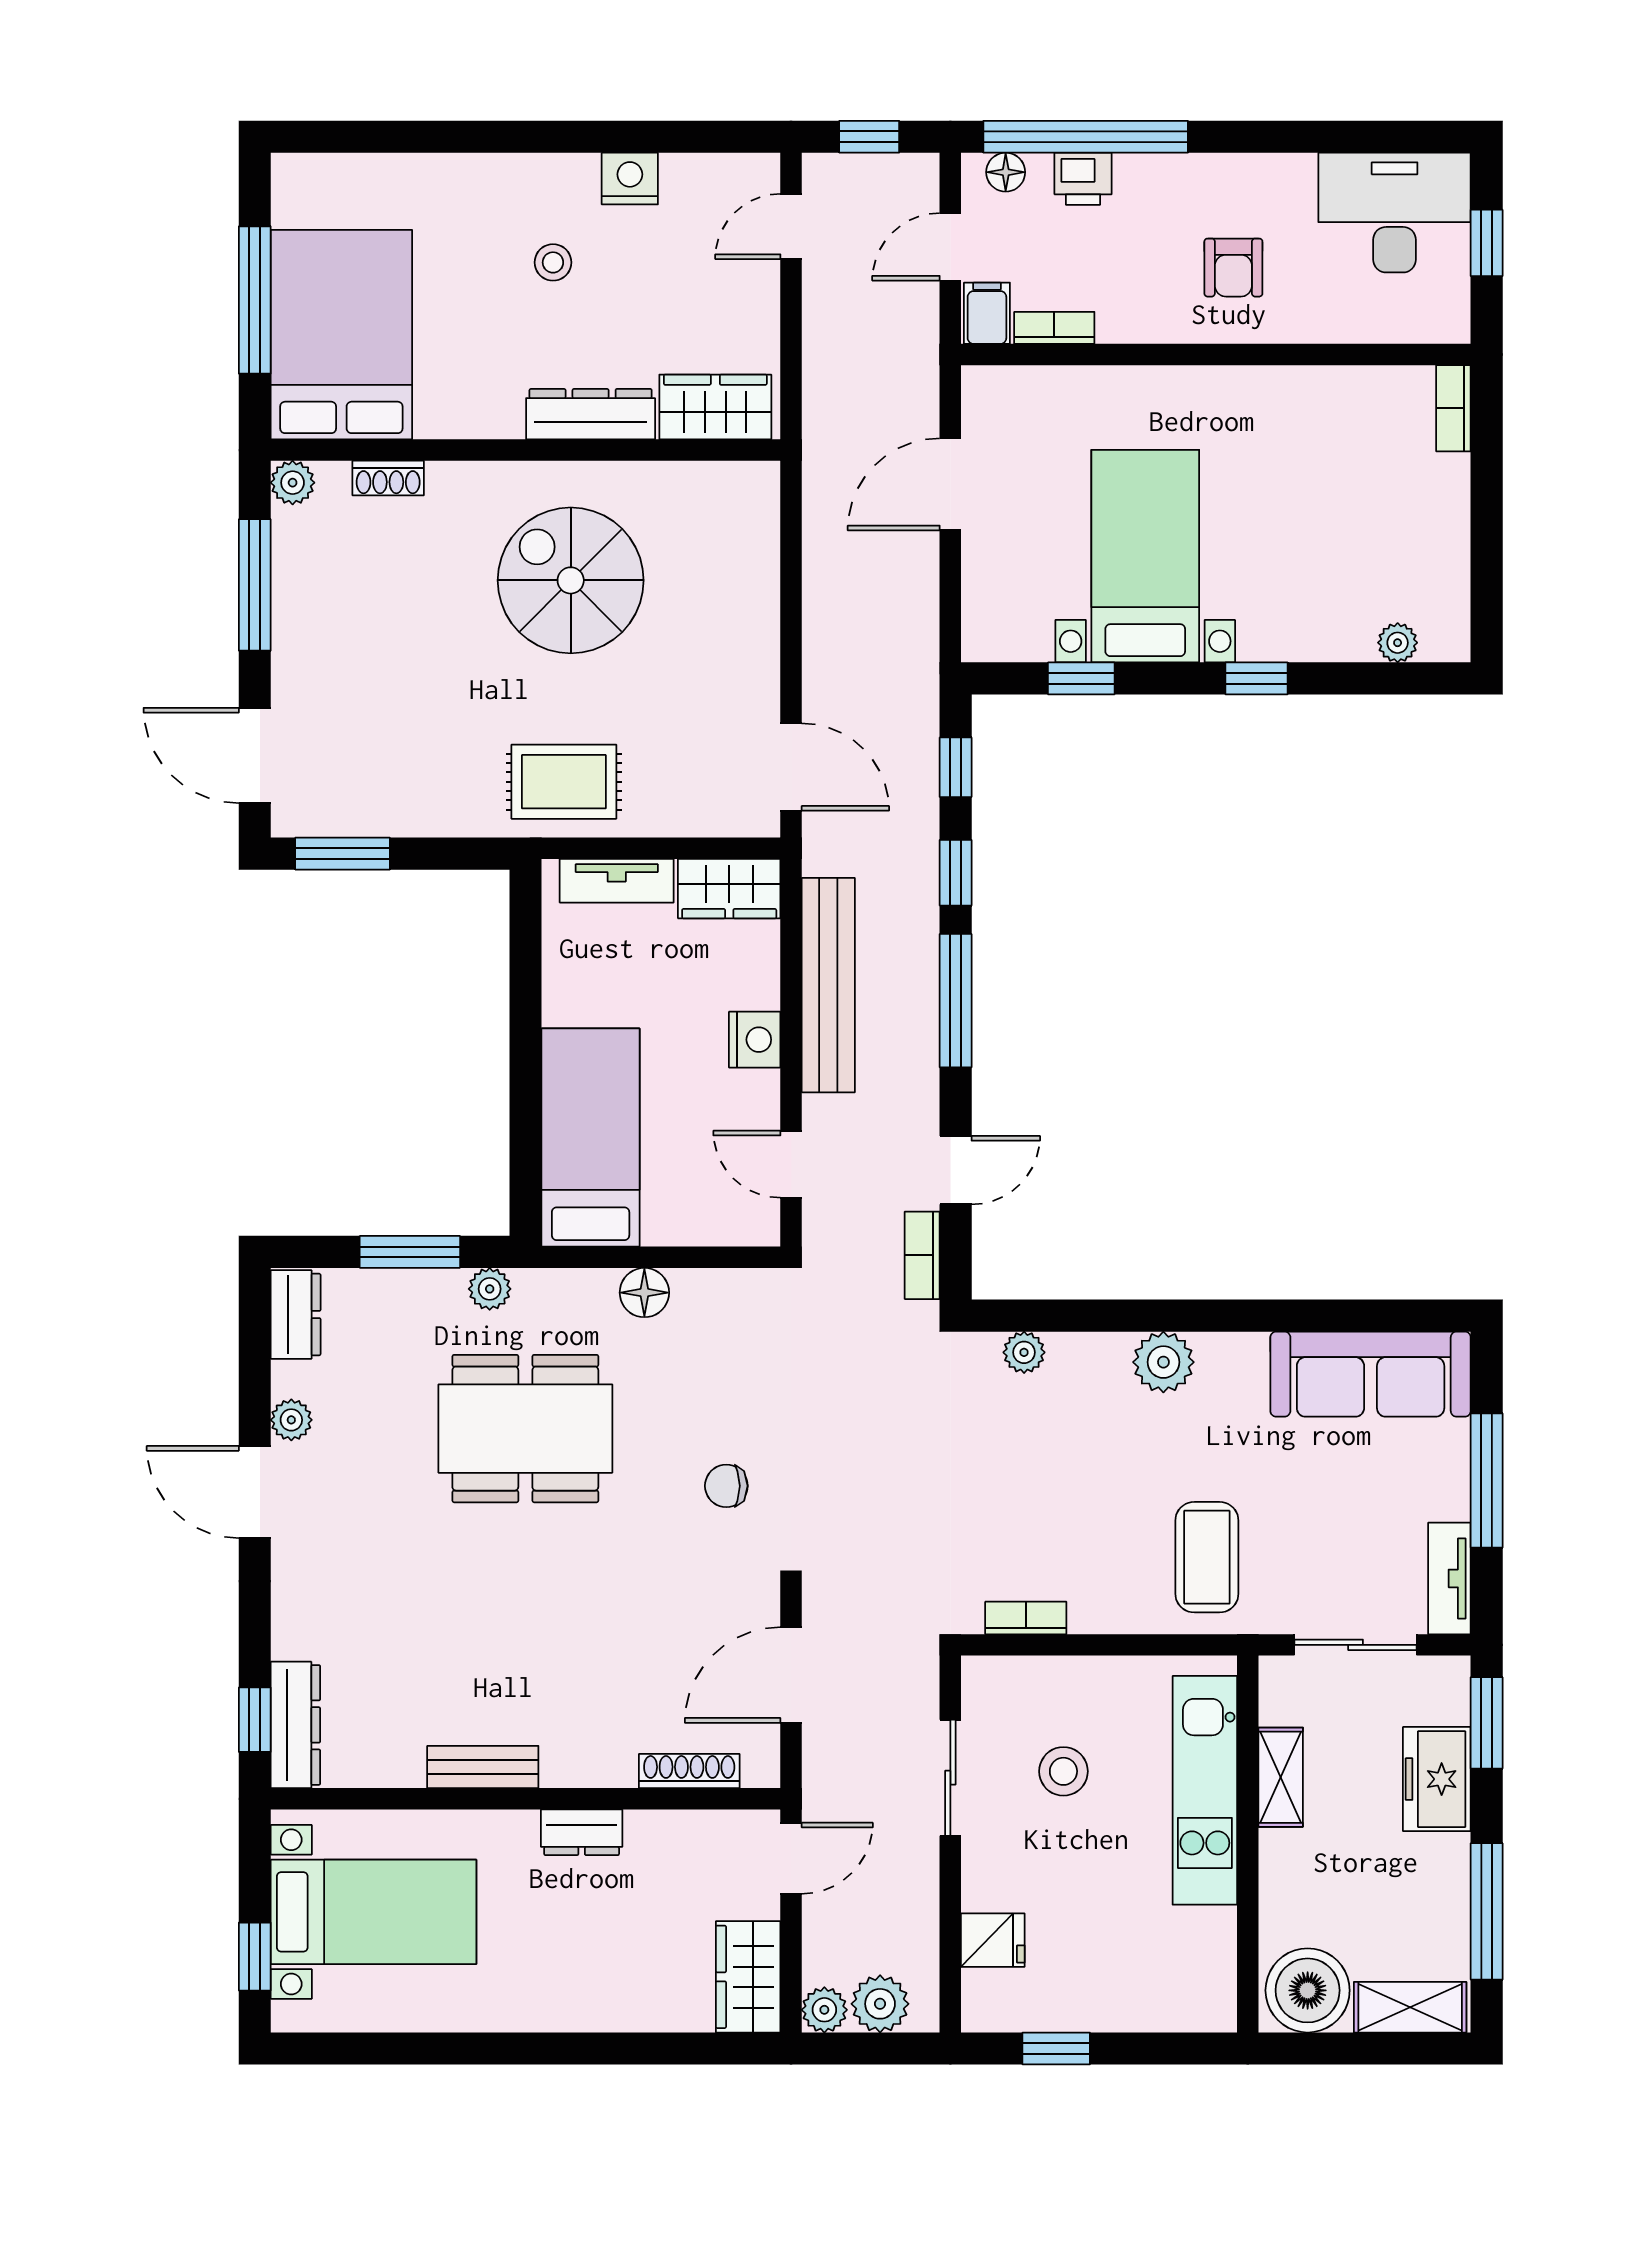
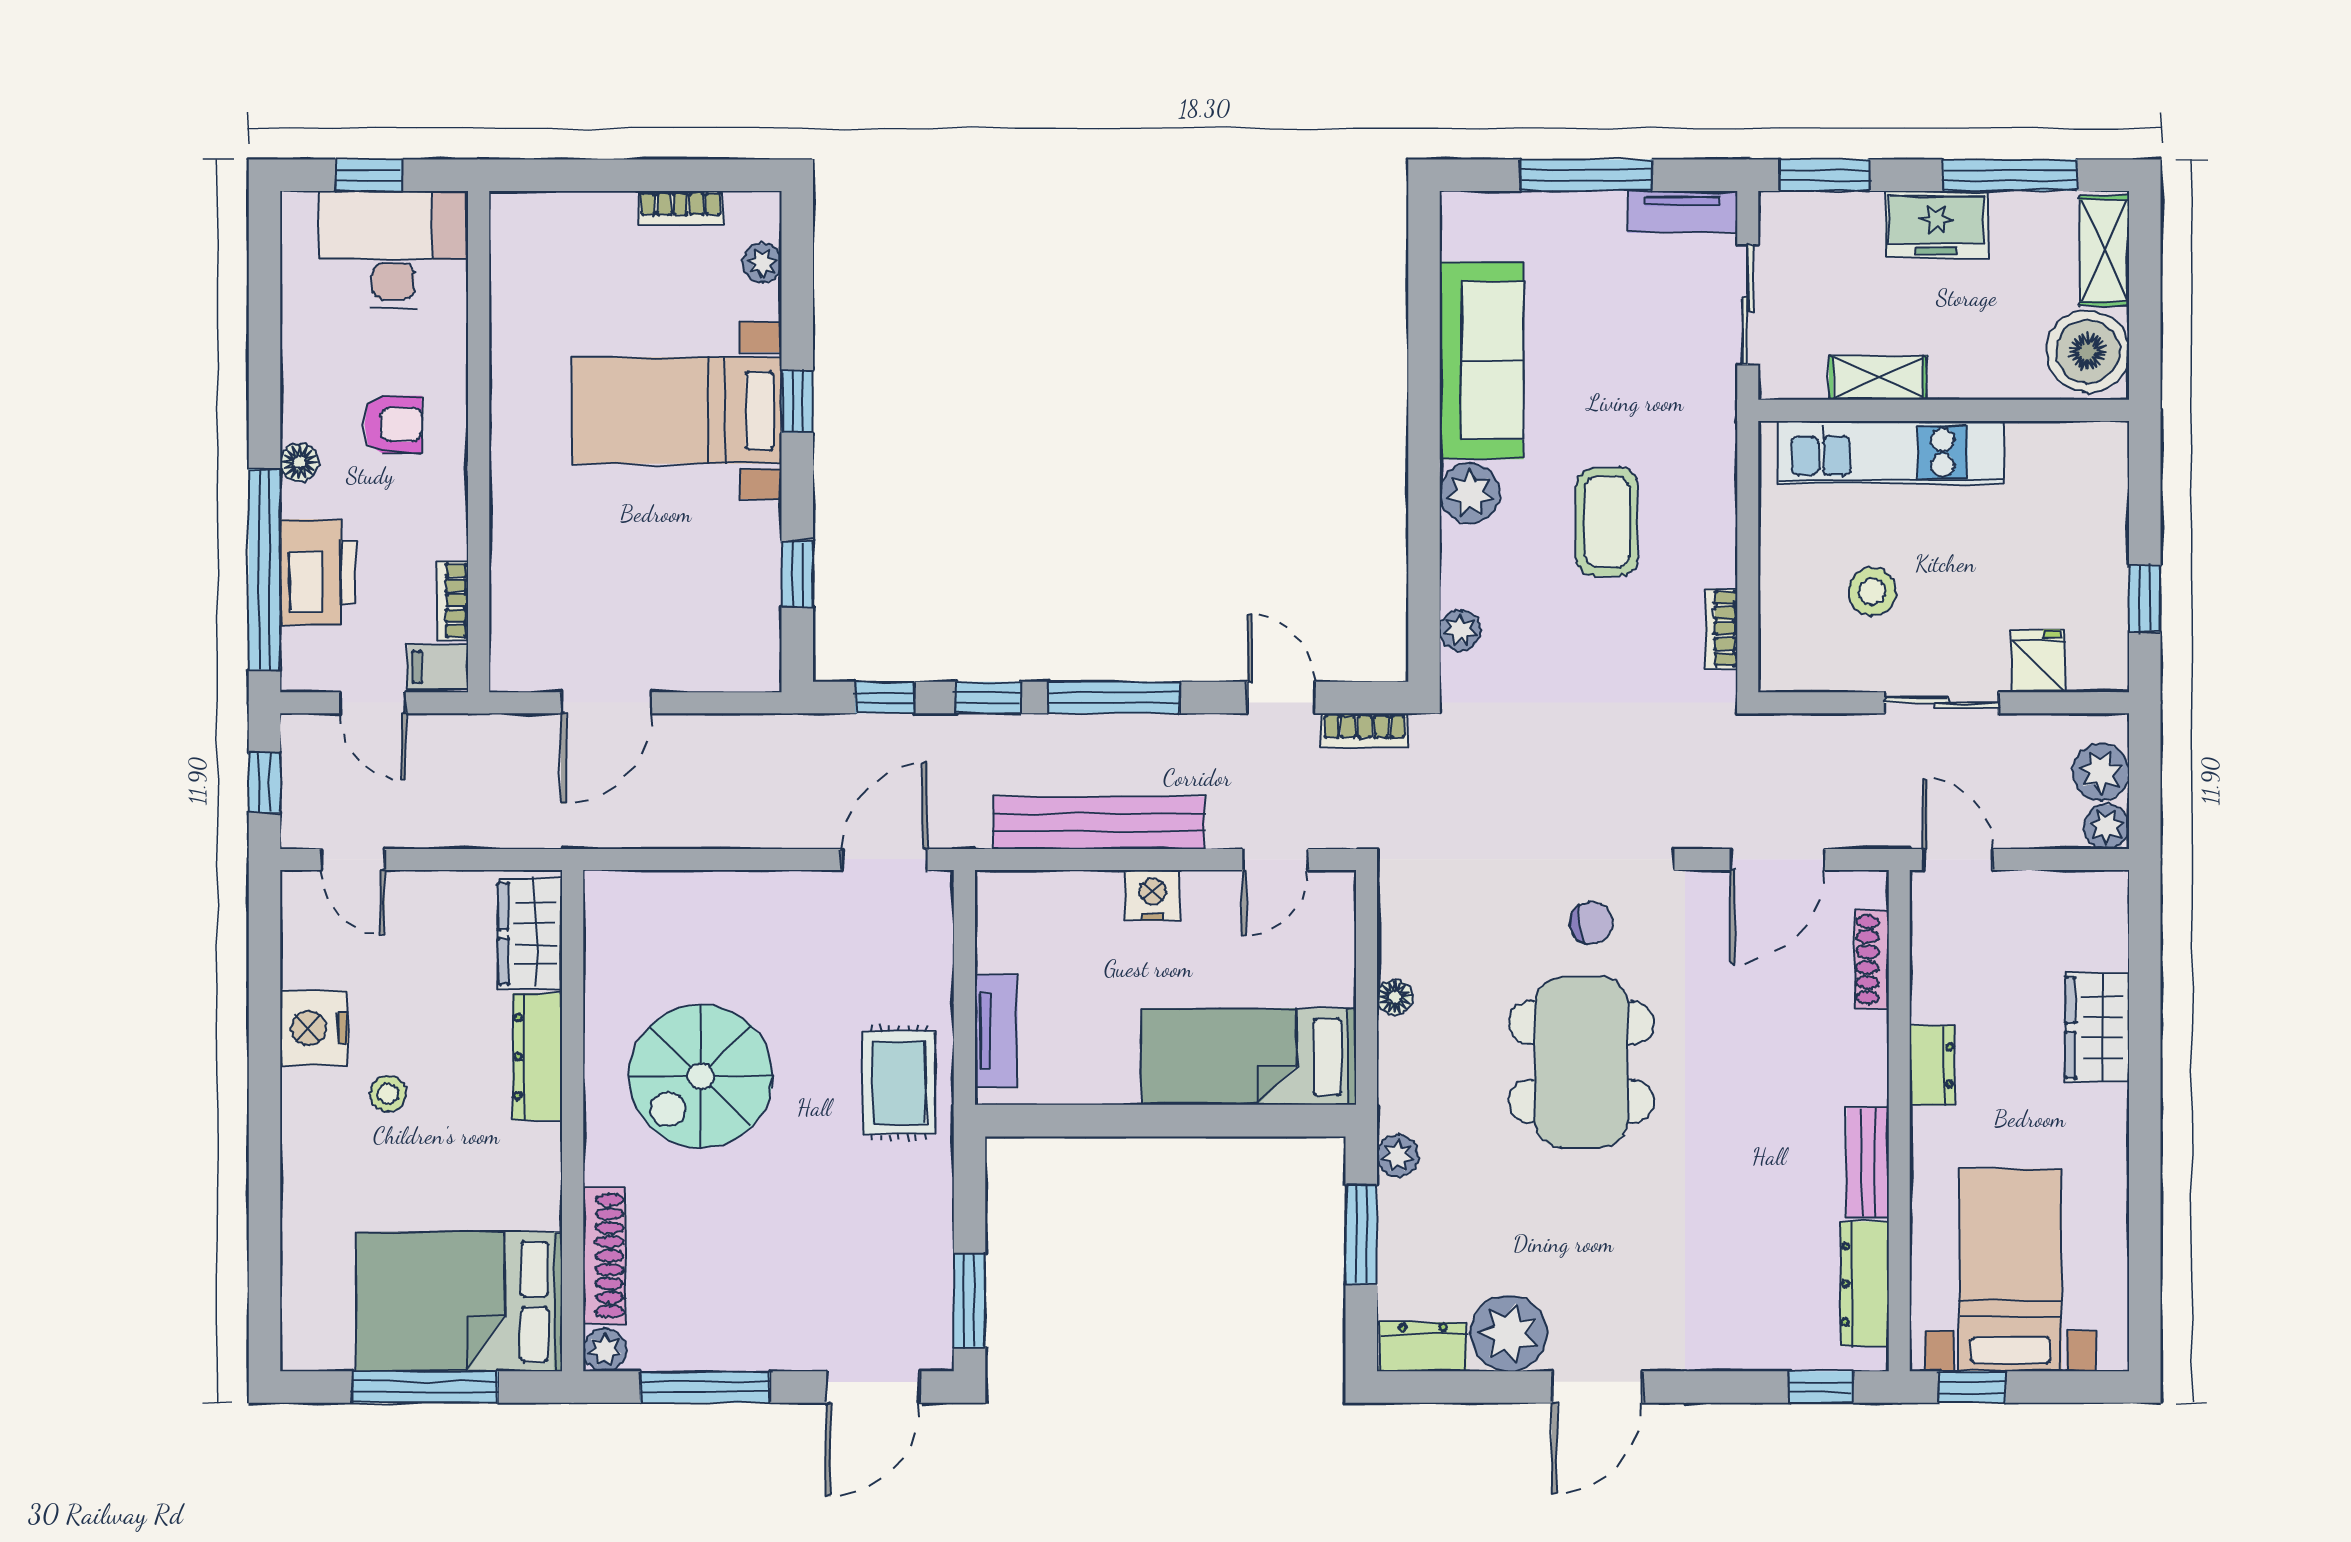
floor lamp: (1006, 172) -> (299, 463), moved
nightstand: (630, 179) -> (314, 1028), width x1.36, depth x1.33
printer: (1083, 179) -> (318, 572), width x1.87, depth x1.48
desk: (1395, 213) -> (393, 250), moved, turned 90
bookcase: (1453, 408) -> (680, 208), moved
shoe rack: (388, 478) -> (604, 1256), width x1.94, depth x1.24
door: (950, 484) -> (606, 703), hinge flipped
bed with nightstands: (1145, 556) -> (677, 410), moved
wardrobe: (729, 889) -> (1004, 920), removed
floor lamp: (644, 1293) -> (1395, 997), width x0.73, depth x0.73
sofa: (1371, 1374) -> (1482, 360), moved
plant: (291, 1420) -> (1509, 1333), width x1.88, depth x1.88
dining table: (525, 1429) -> (1581, 1062), moved
chair: (726, 1486) -> (1591, 923), turned -101
coffee table: (1207, 1557) -> (1607, 522), moved, turned 90
door: (791, 1675) -> (1777, 859), hinge flipped
dresser: (295, 1725) -> (1864, 1284), moved, turned -90
sliding door: (950, 1778) -> (1941, 703), moved
freezer: (1437, 1779) -> (1936, 224), moved
window: (255, 1957) -> (1972, 1387), moved
wardrobe: (748, 1977) -> (2097, 1028), moved, turned 90

